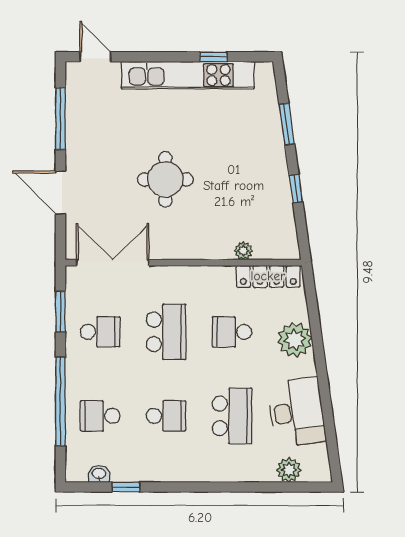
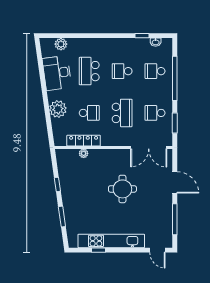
locker: (268, 276) -> (84, 141), moved
school desk: (166, 332) -> (122, 113), turned 180
school desk: (100, 416) -> (155, 71), turned 180

